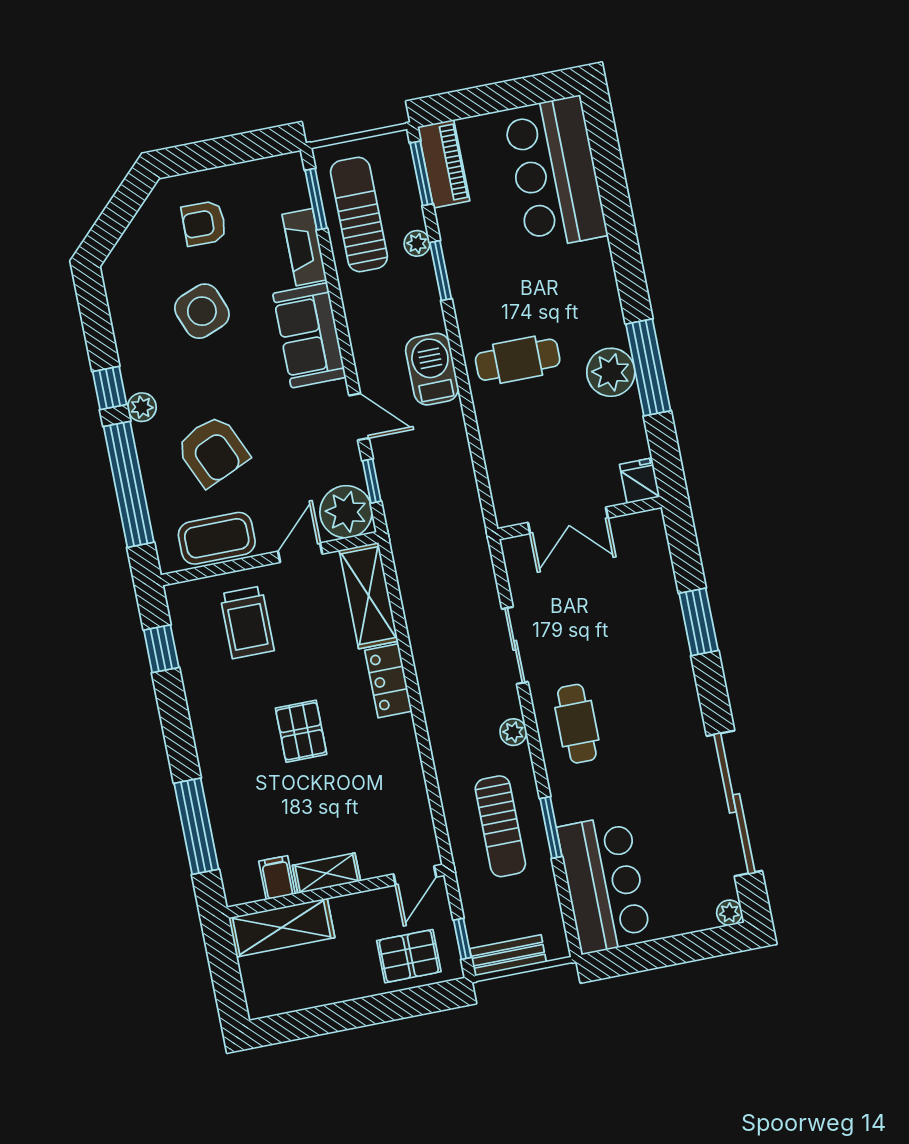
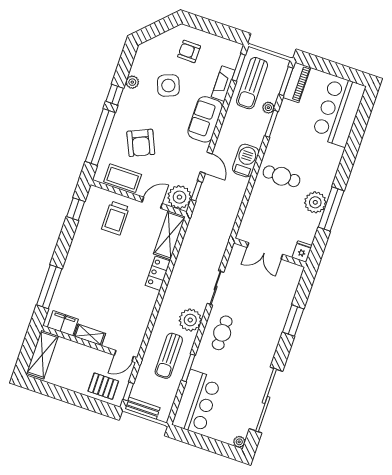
sun lounger: (359, 214) -> (252, 83), turned 180
plant: (142, 407) -> (132, 82), moved
pallet: (301, 731) -> (112, 273), removed
plant: (513, 732) -> (190, 320), width x1.88, depth x1.88
filing cabinet: (277, 878) -> (63, 323), width x2.00
shelving: (282, 928) -> (42, 355), moved, turned 90

